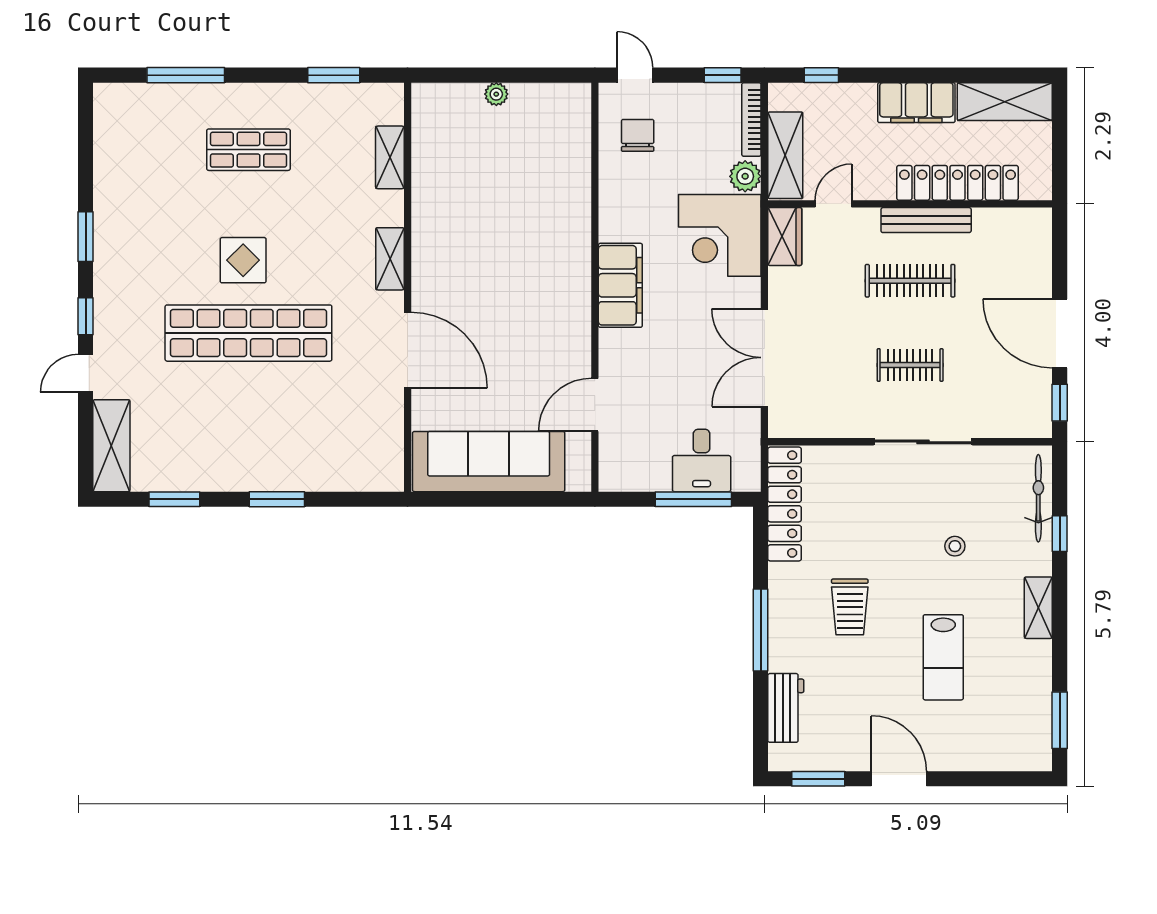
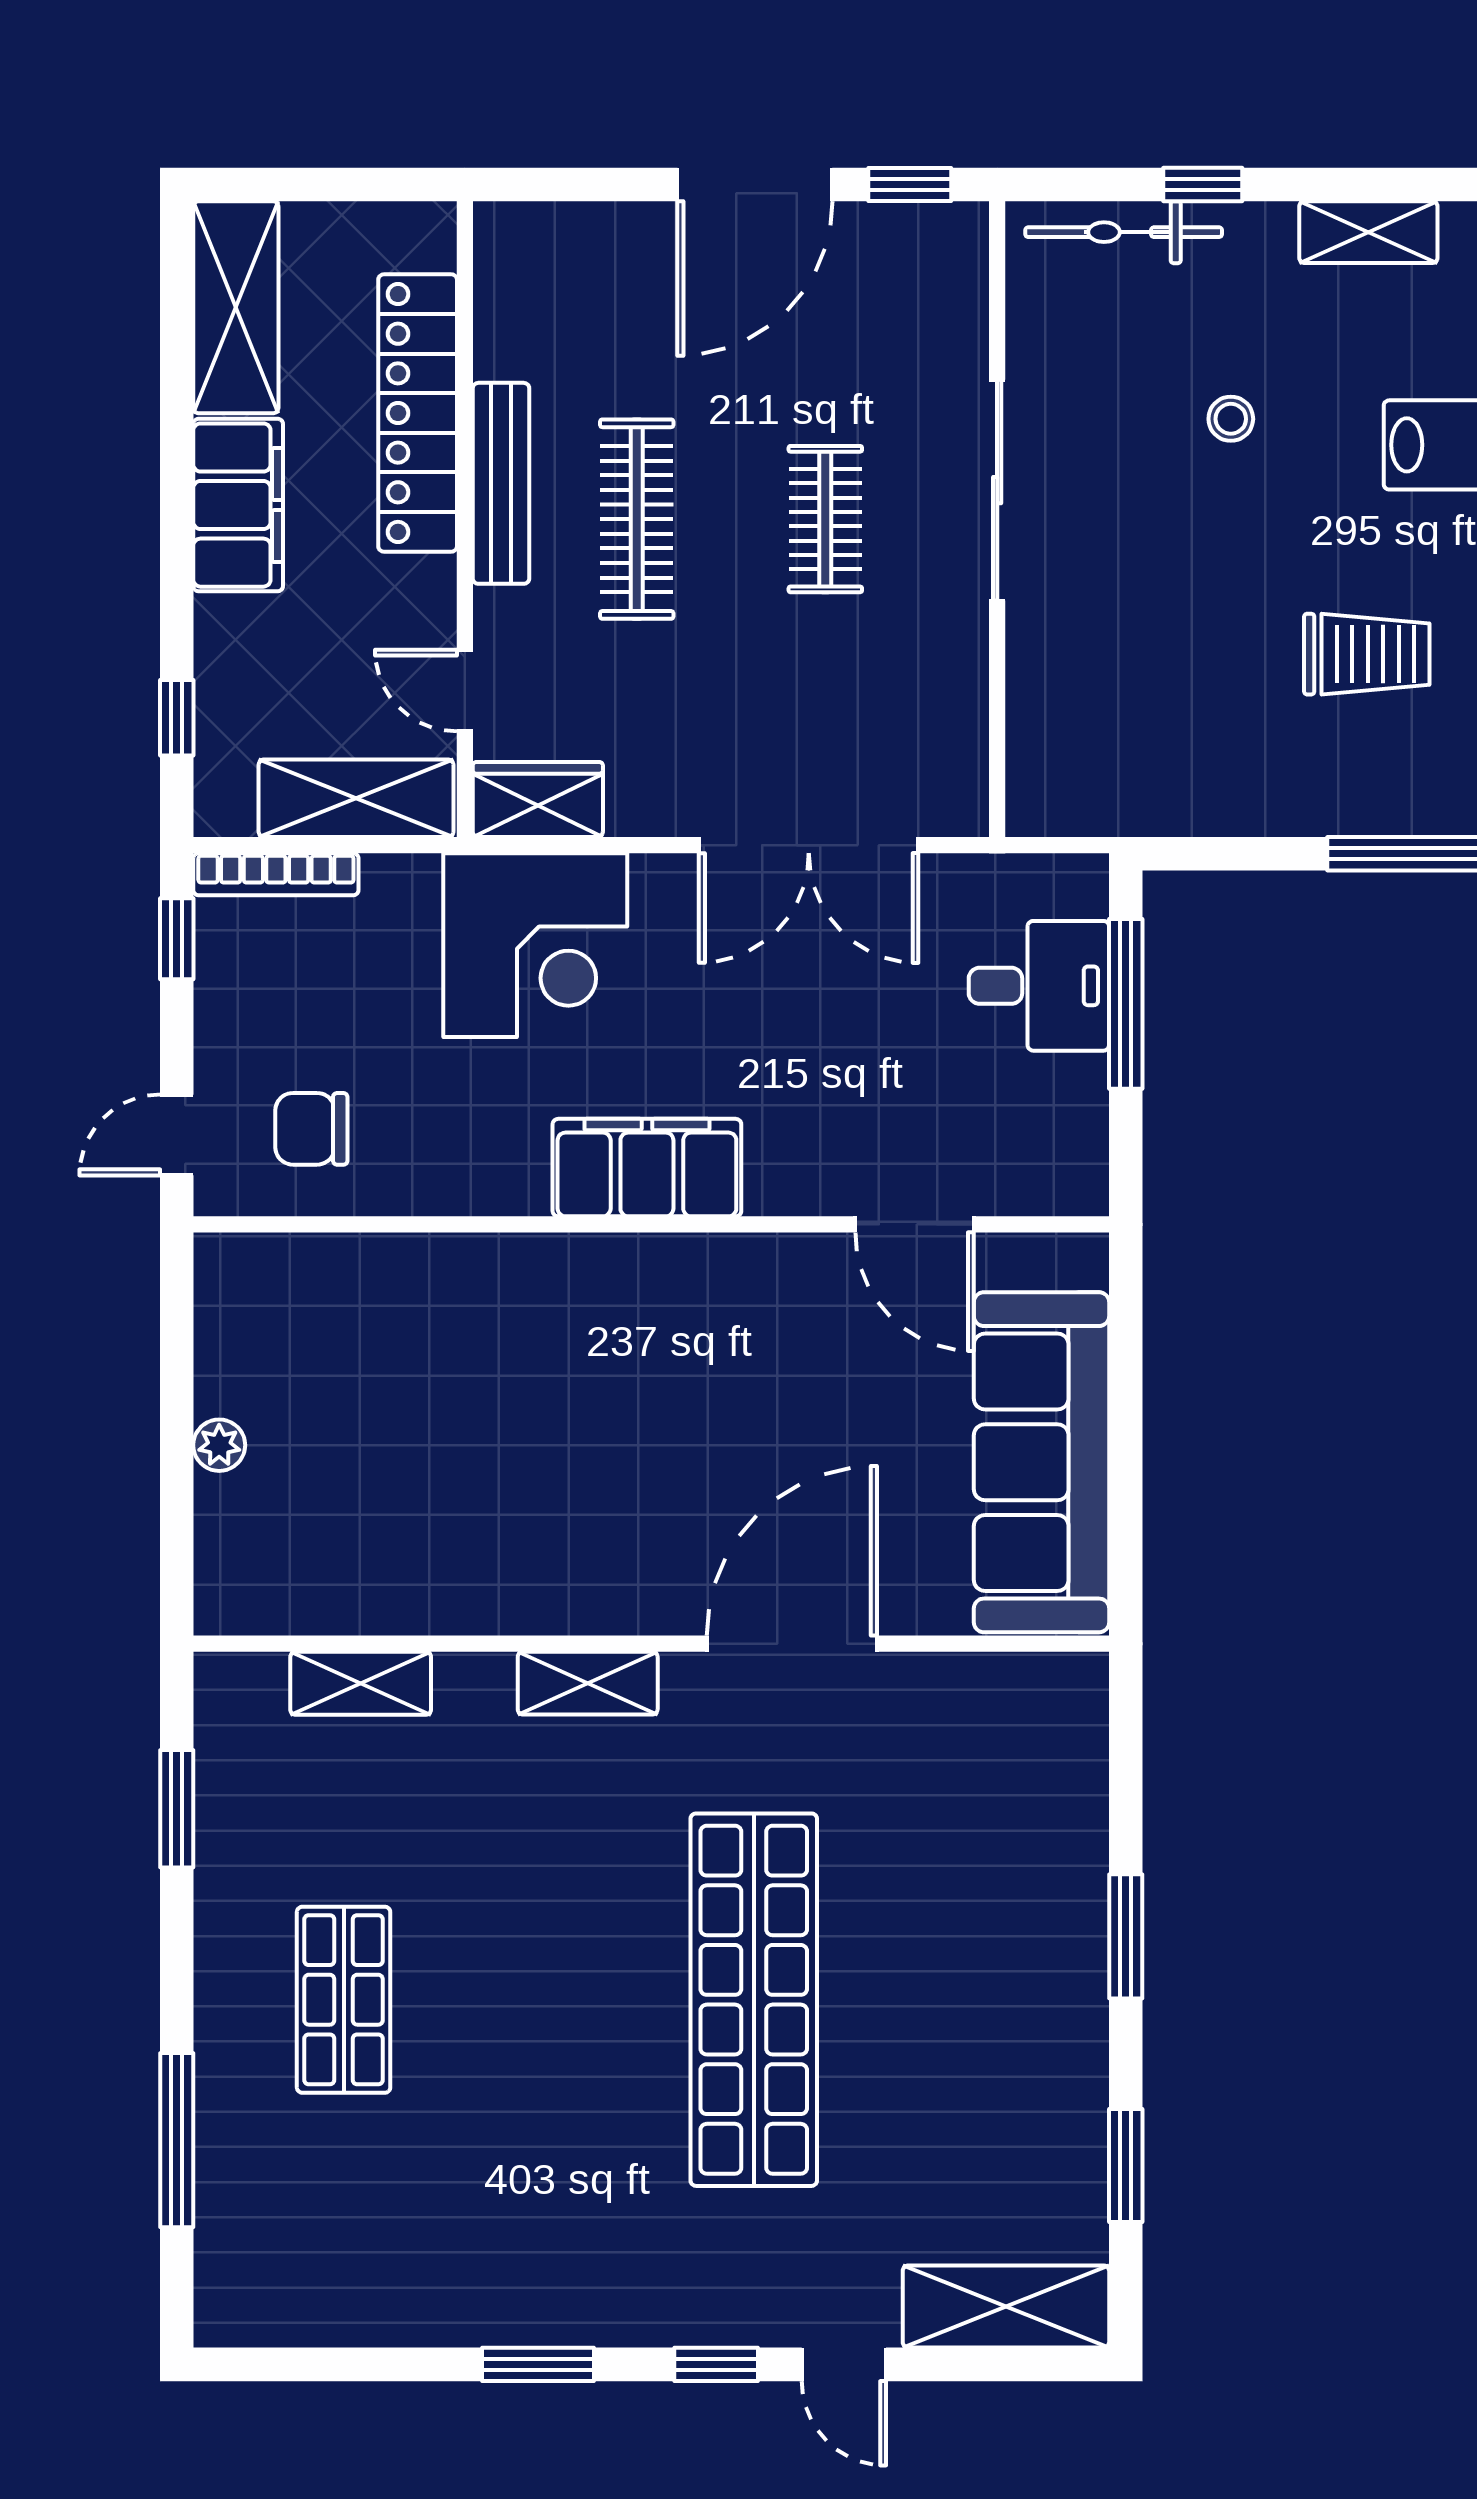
plant: (745, 176) -> (403, 888), removed
display table: (243, 260) -> (591, 2012), removed
locker: (785, 504) -> (1136, 800), removed

